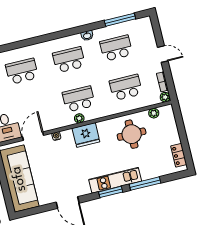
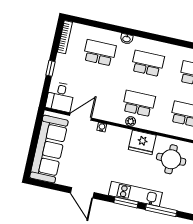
washbasin: (87, 36) -> (127, 39), moved
fridge: (86, 135) -> (142, 142), moved

